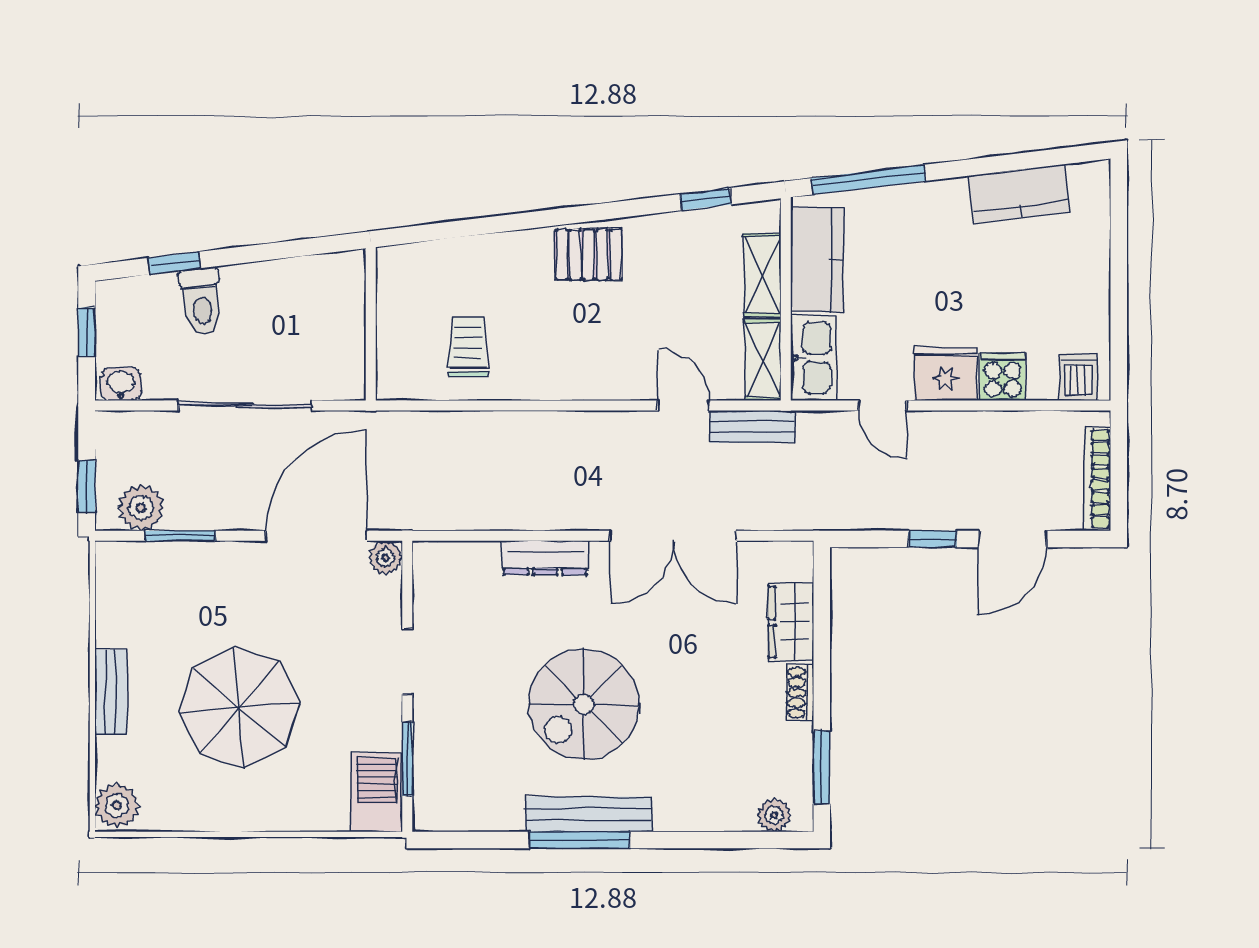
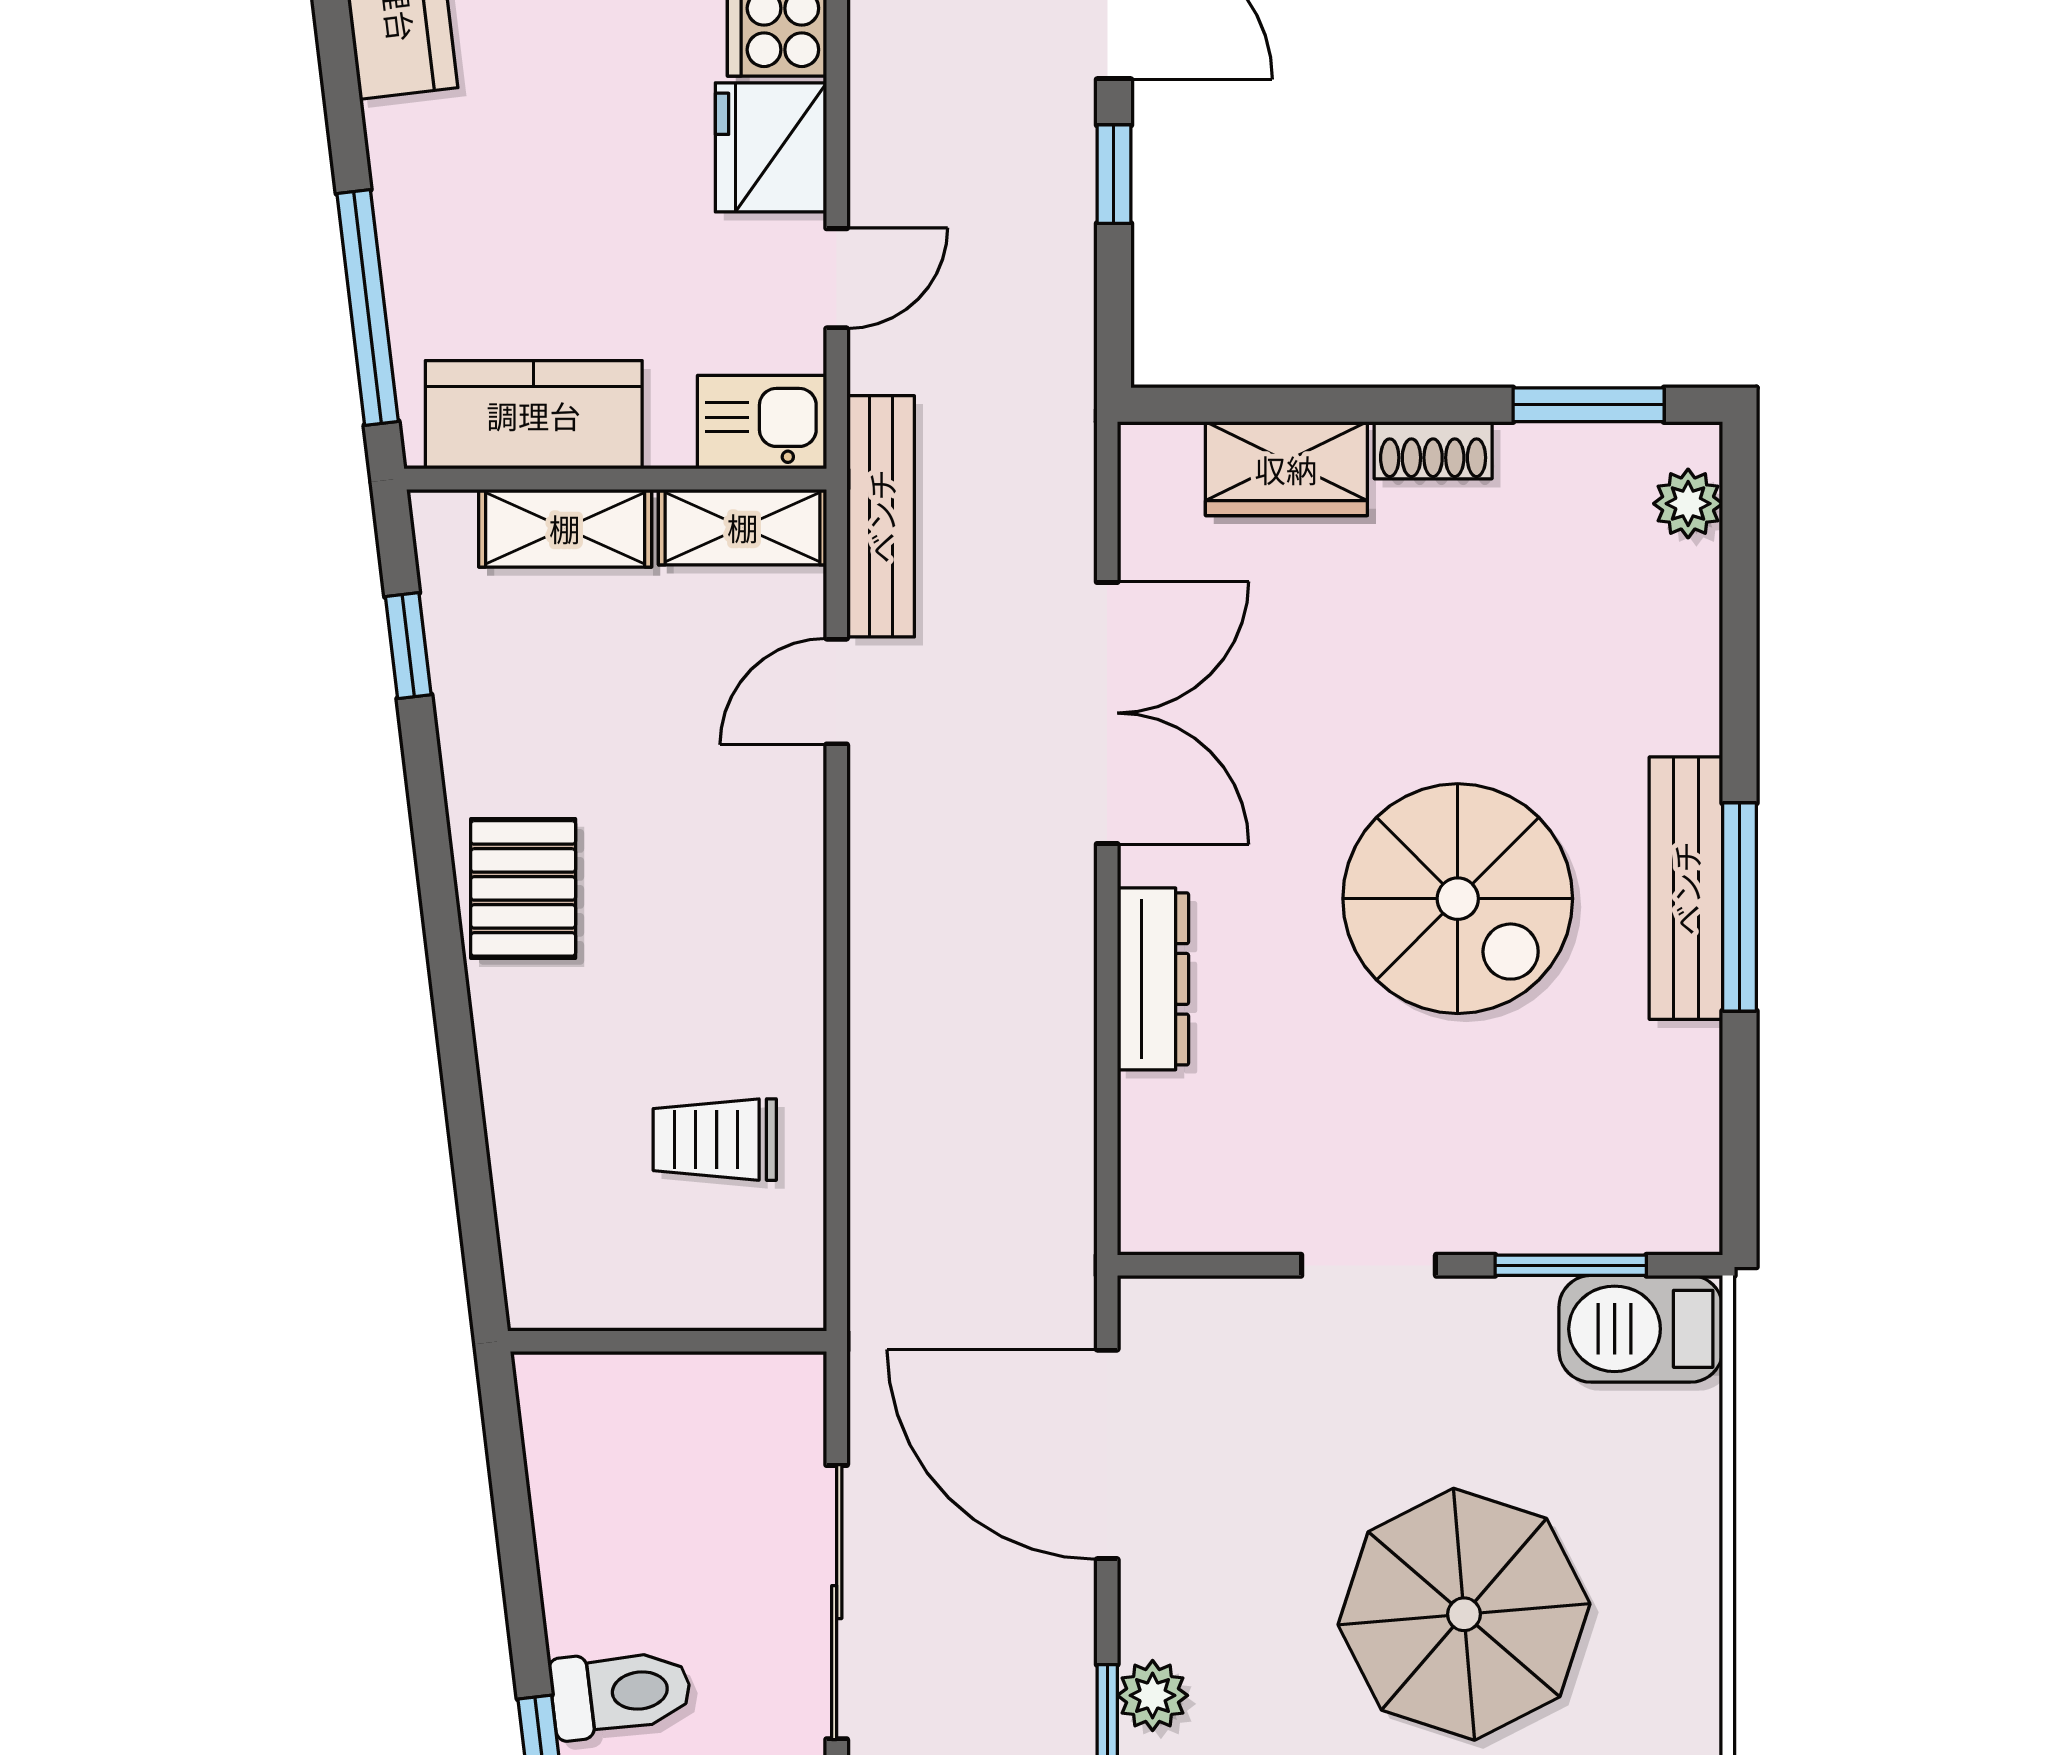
kitchen sink: (813, 358) -> (762, 422), width x0.73
bench: (752, 427) -> (881, 516), width x1.36
plant: (386, 557) -> (1153, 1695), moved

